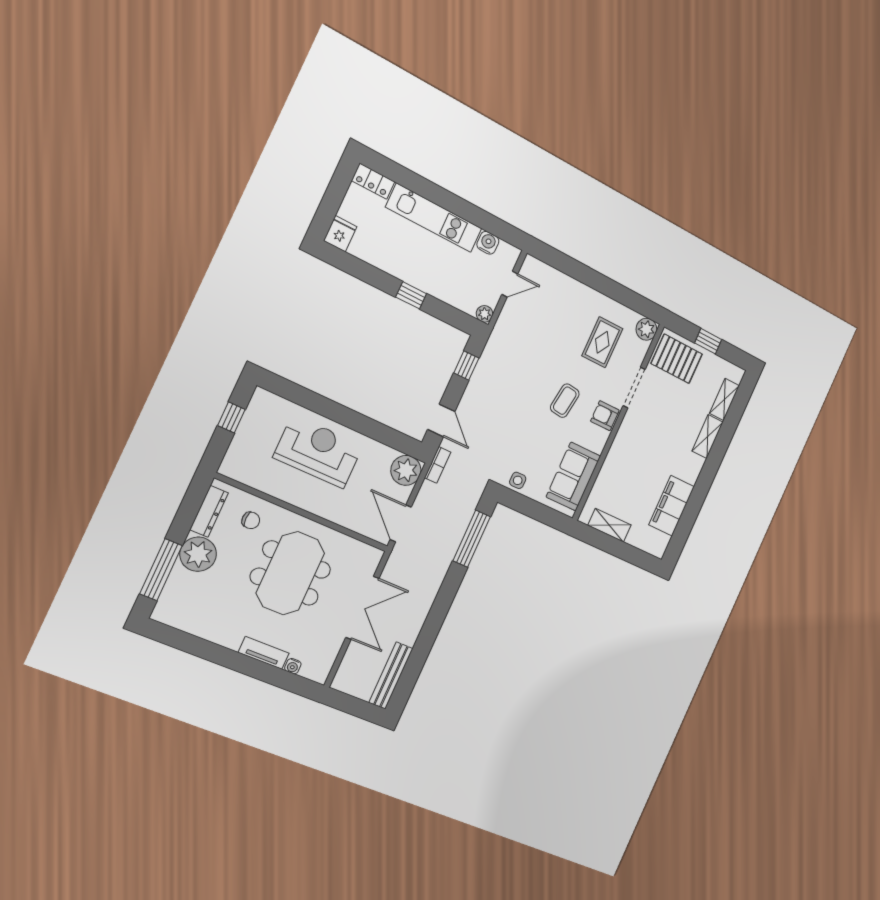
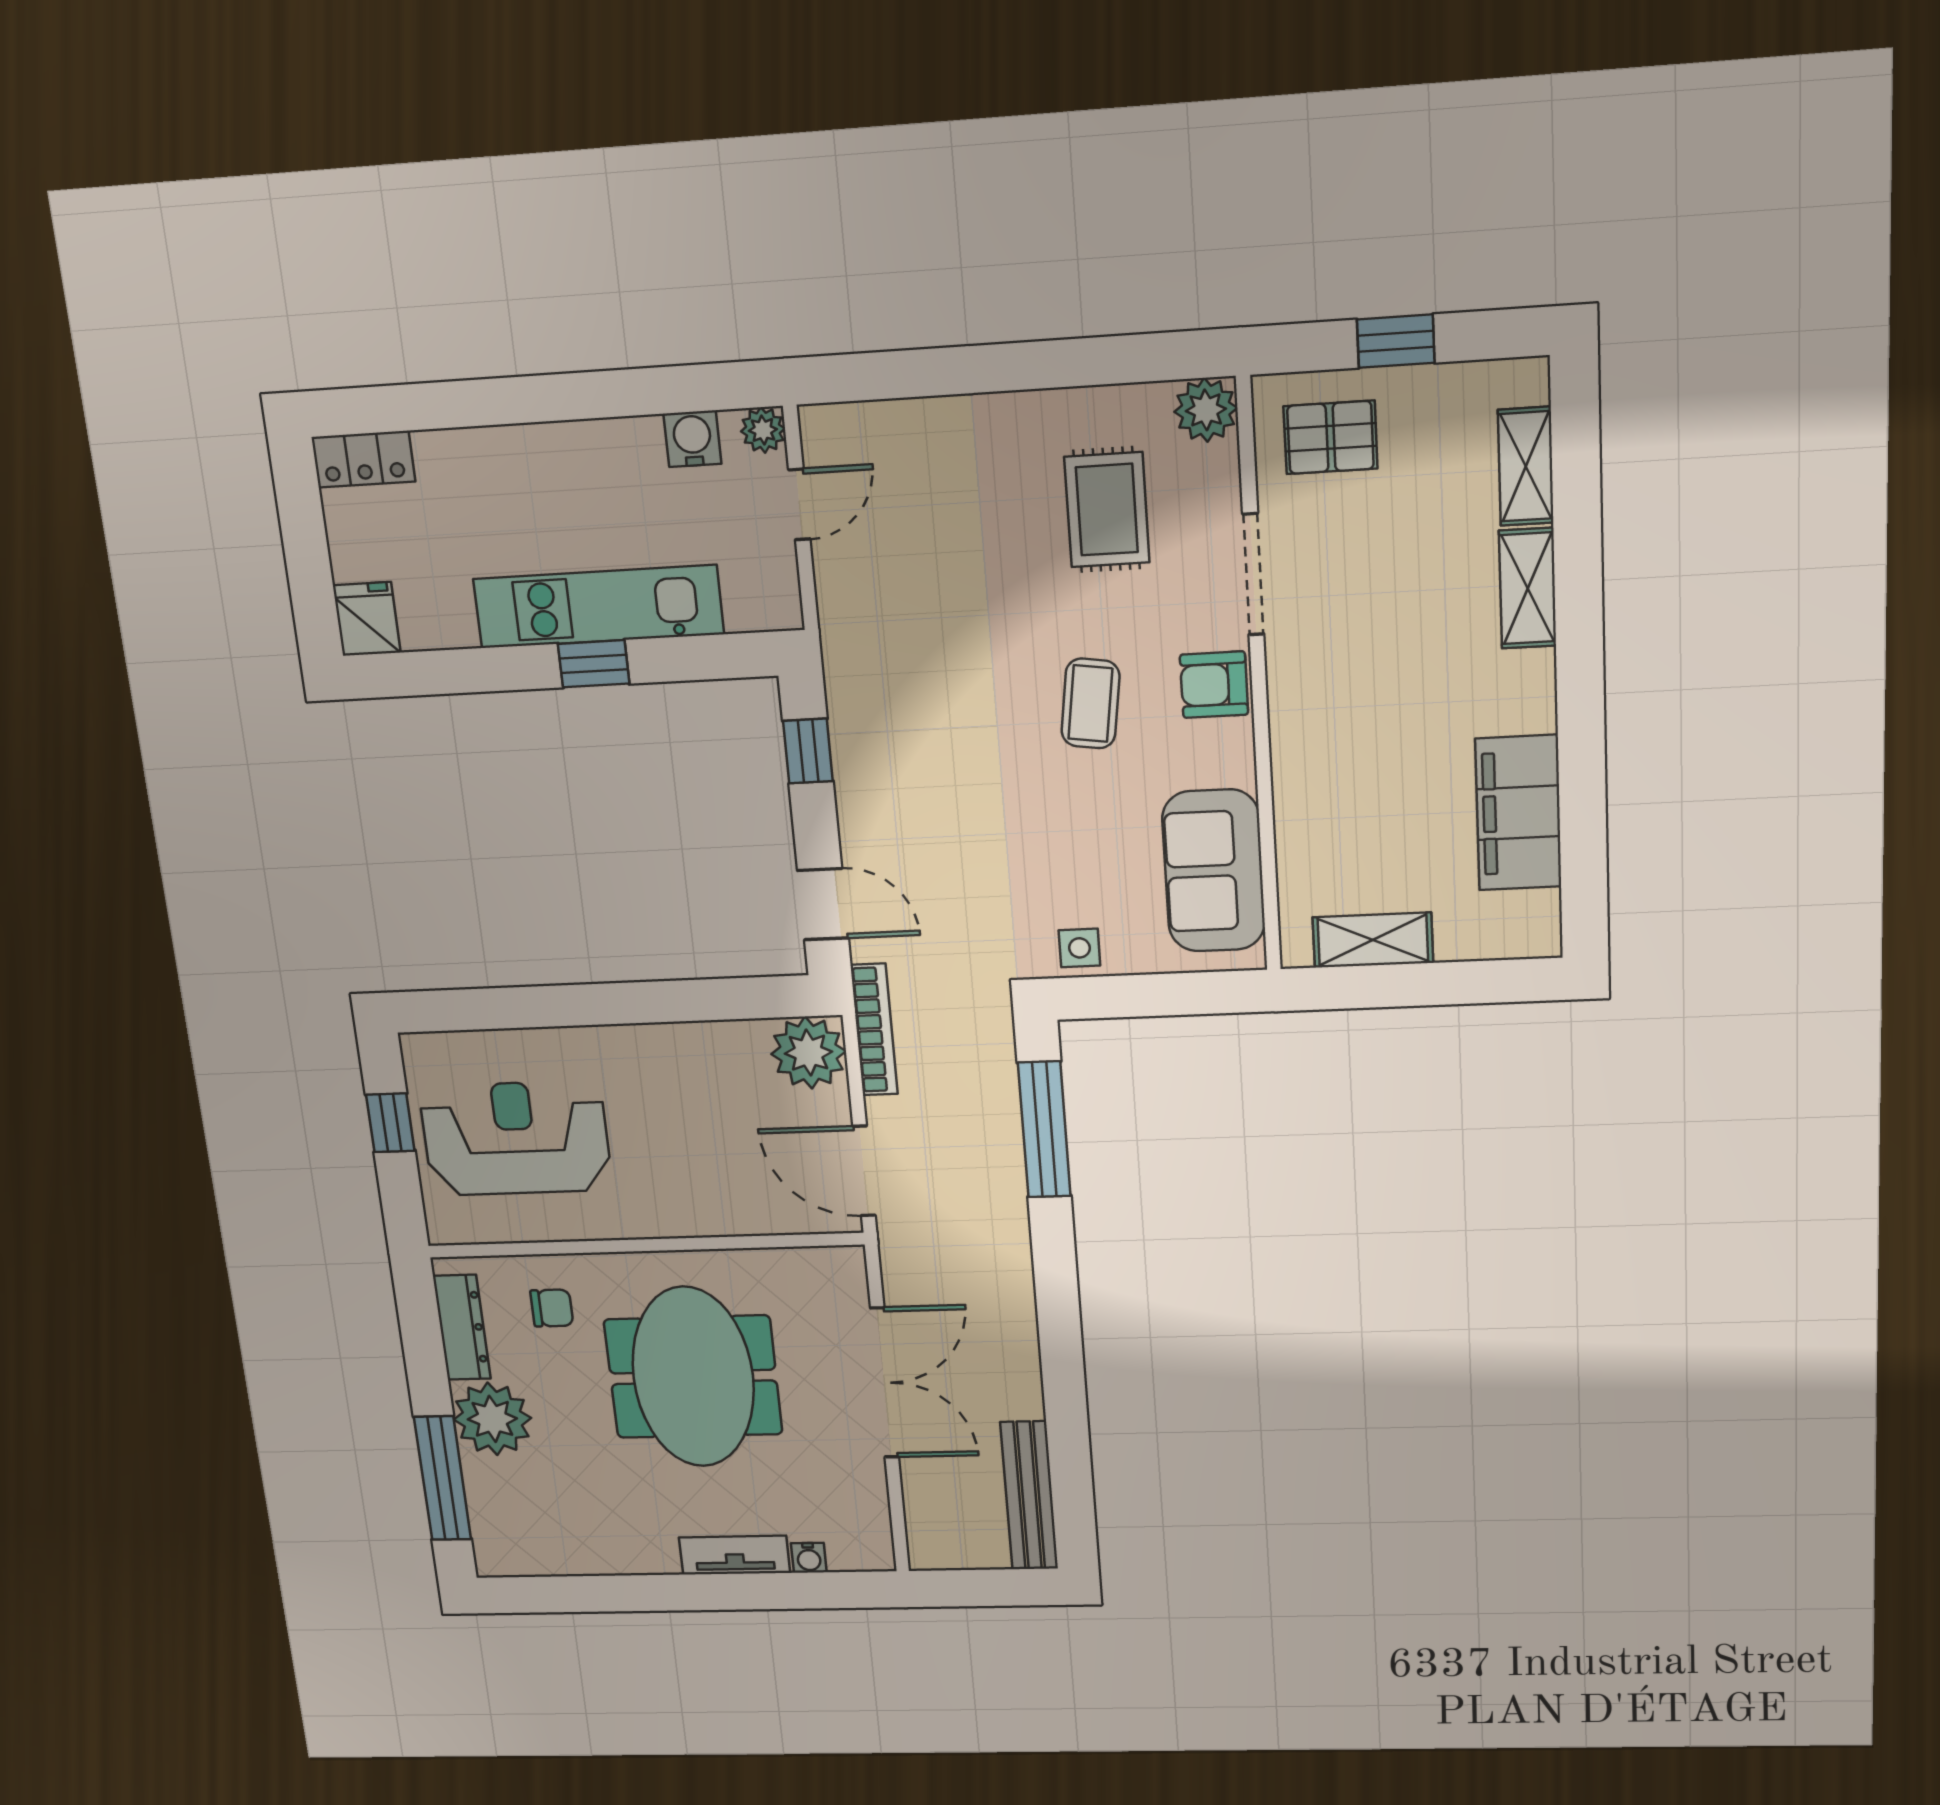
kitchen unit: (434, 218) -> (598, 607), moved, turned 180
plant: (485, 314) -> (763, 430), moved
pallet: (677, 359) -> (1330, 437), width x0.67, depth x0.71
reception desk: (318, 452) -> (516, 1138), moved
bookcase: (438, 465) -> (874, 1030), width x1.56

